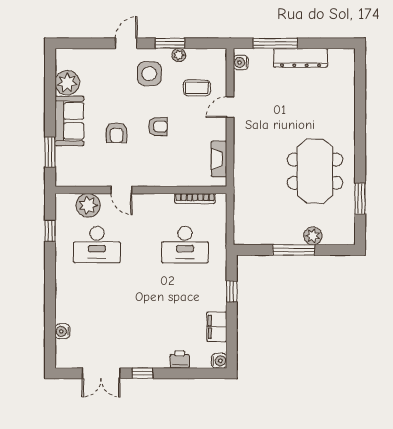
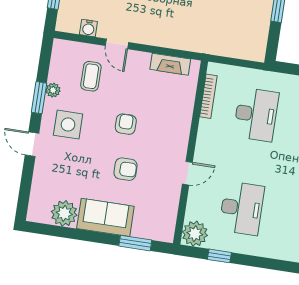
water cooler: (241, 62) -> (88, 28), moved
plant: (88, 205) -> (195, 234), moved

